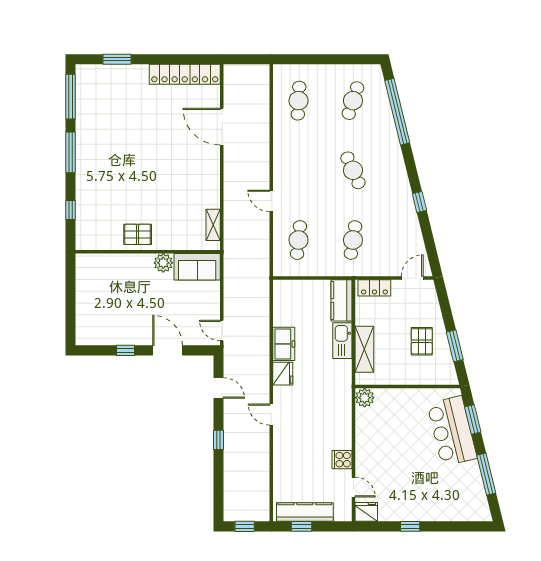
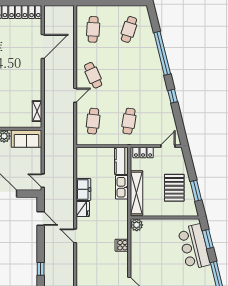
window: (397, 112) -> (162, 53), moved
door: (222, 127) -> (43, 46), swing flipped
cafe table: (353, 170) -> (93, 75), moved
door: (271, 201) -> (75, 95), swing flipped
pallet: (422, 341) -> (174, 188), width x1.50, depth x1.42
shelving: (364, 349) -> (136, 193), width x1.47
window: (219, 440) -> (41, 269), moved
cooker: (342, 460) -> (122, 245), moved

